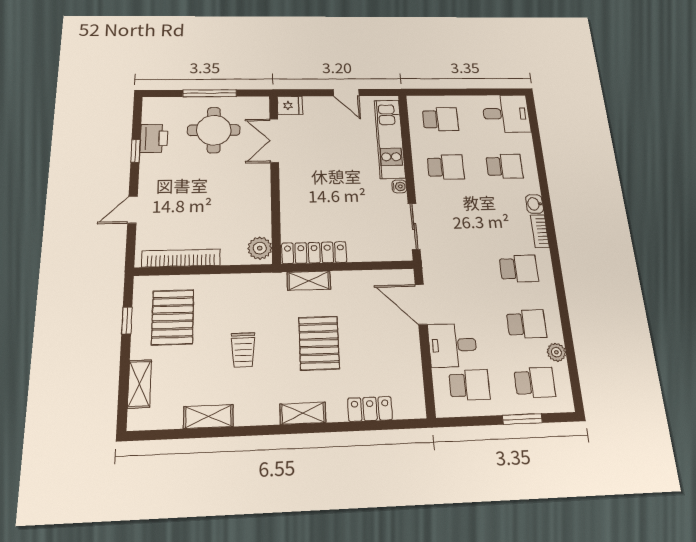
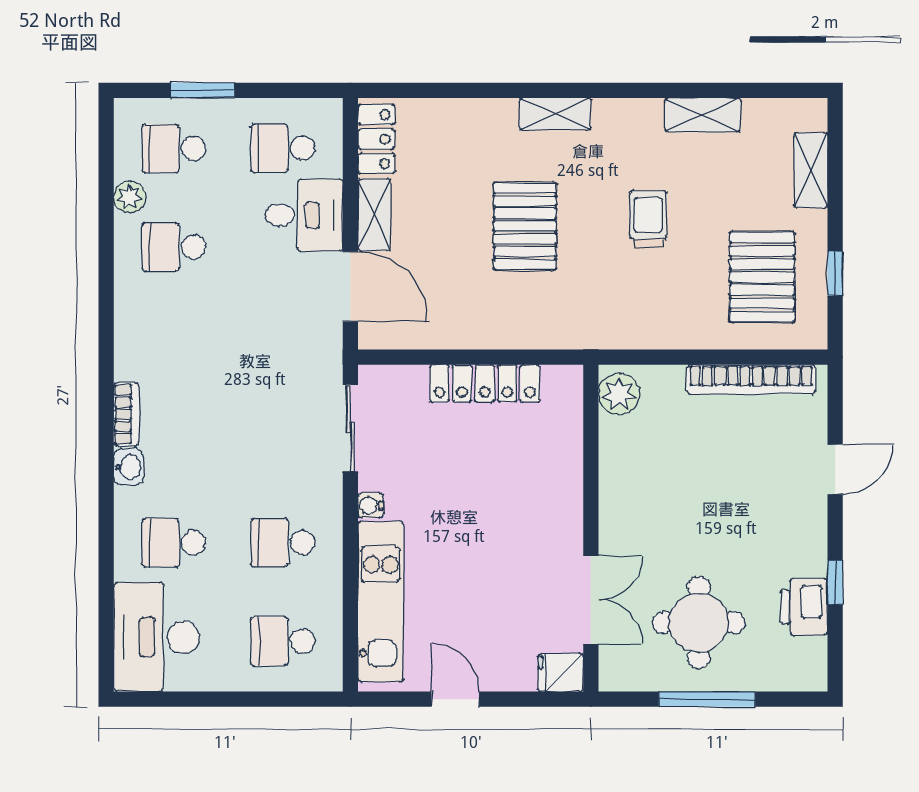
desk: (506, 114) -> (157, 637), width x1.37
locker: (314, 253) -> (485, 383), moved
school desk: (519, 269) -> (174, 345), removed
shelving: (309, 281) -> (374, 215), moved, turned 90
locker: (370, 409) -> (376, 139), moved, turned -90

